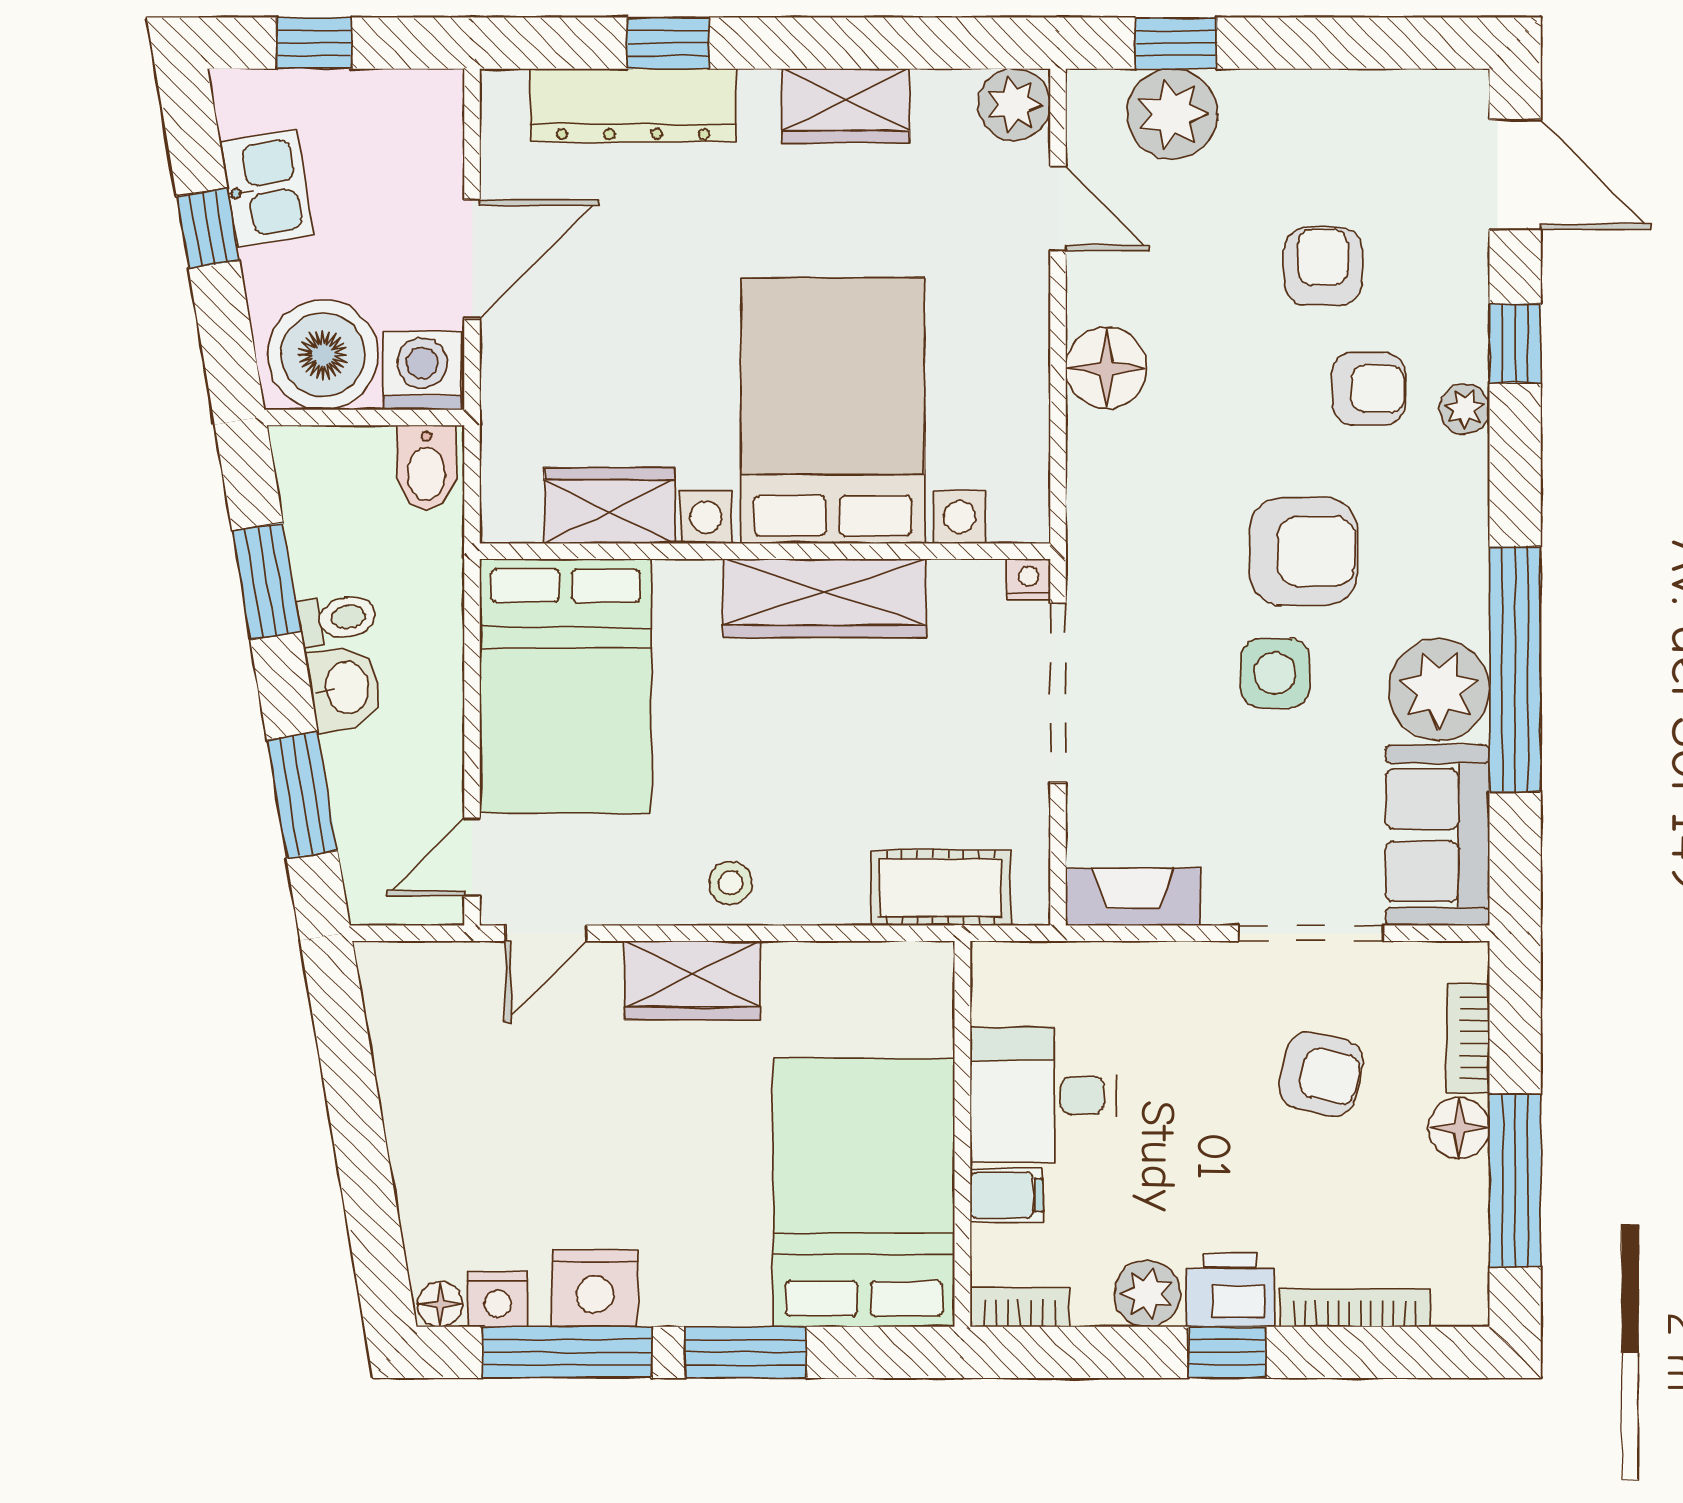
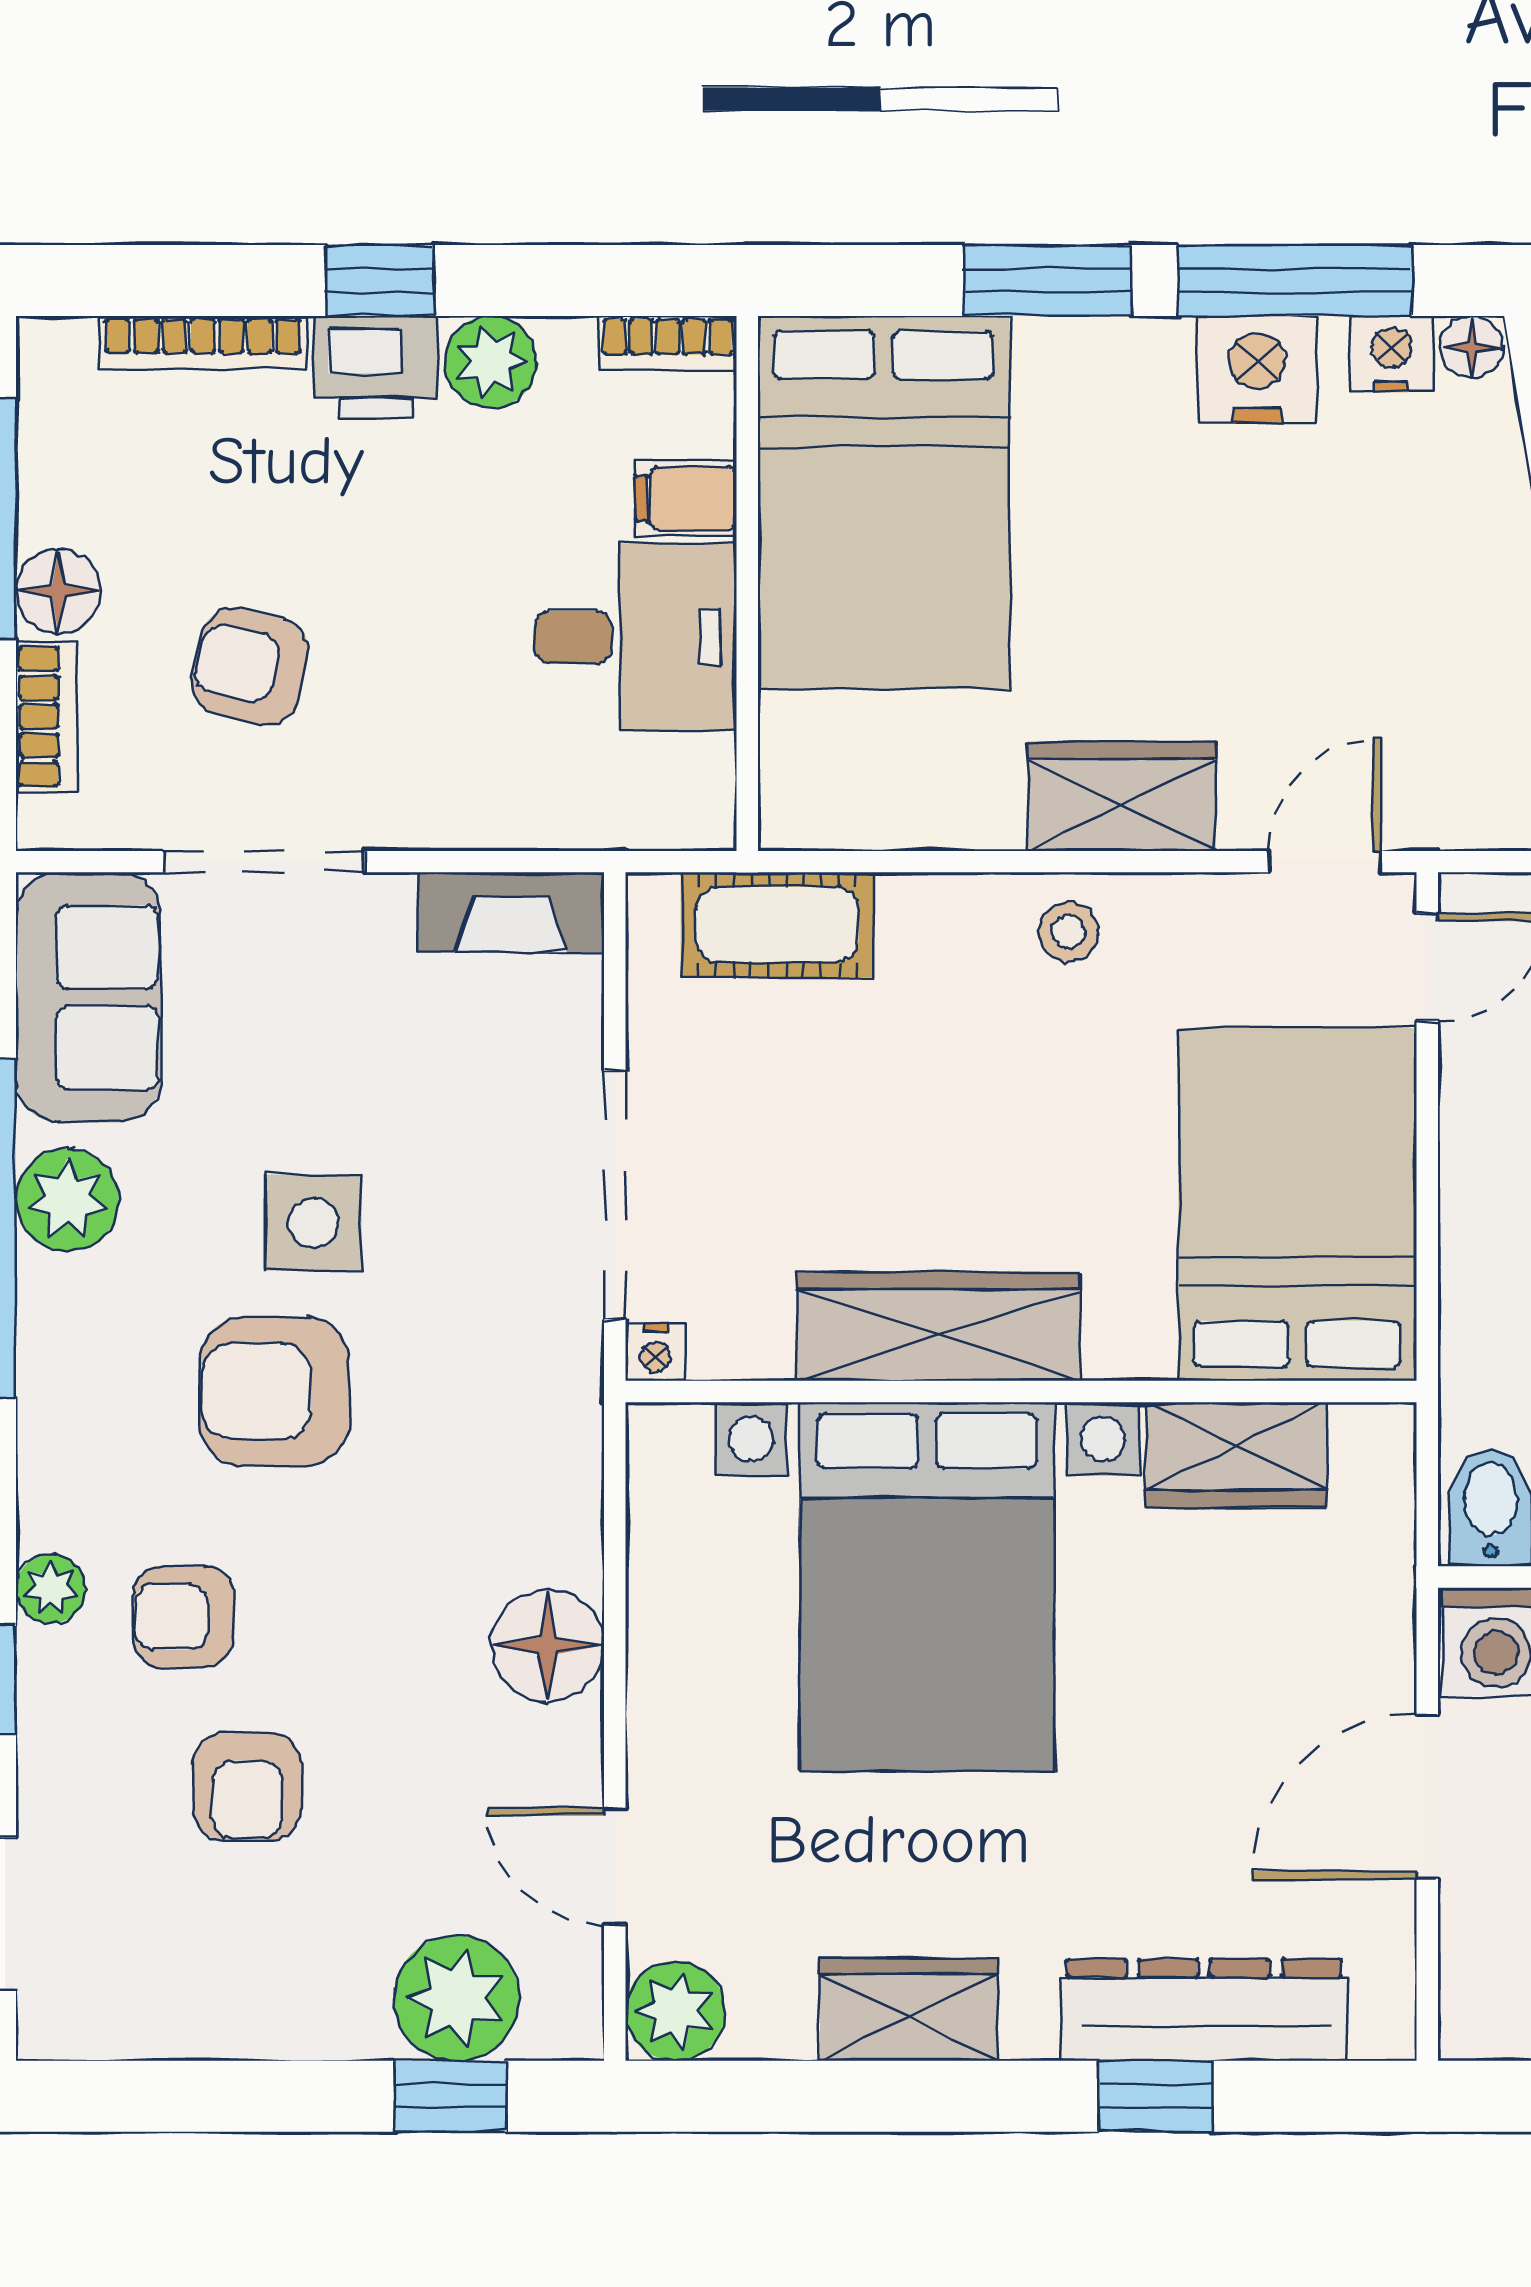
plant: (1439, 690) -> (67, 1200), width x0.73, depth x0.73

